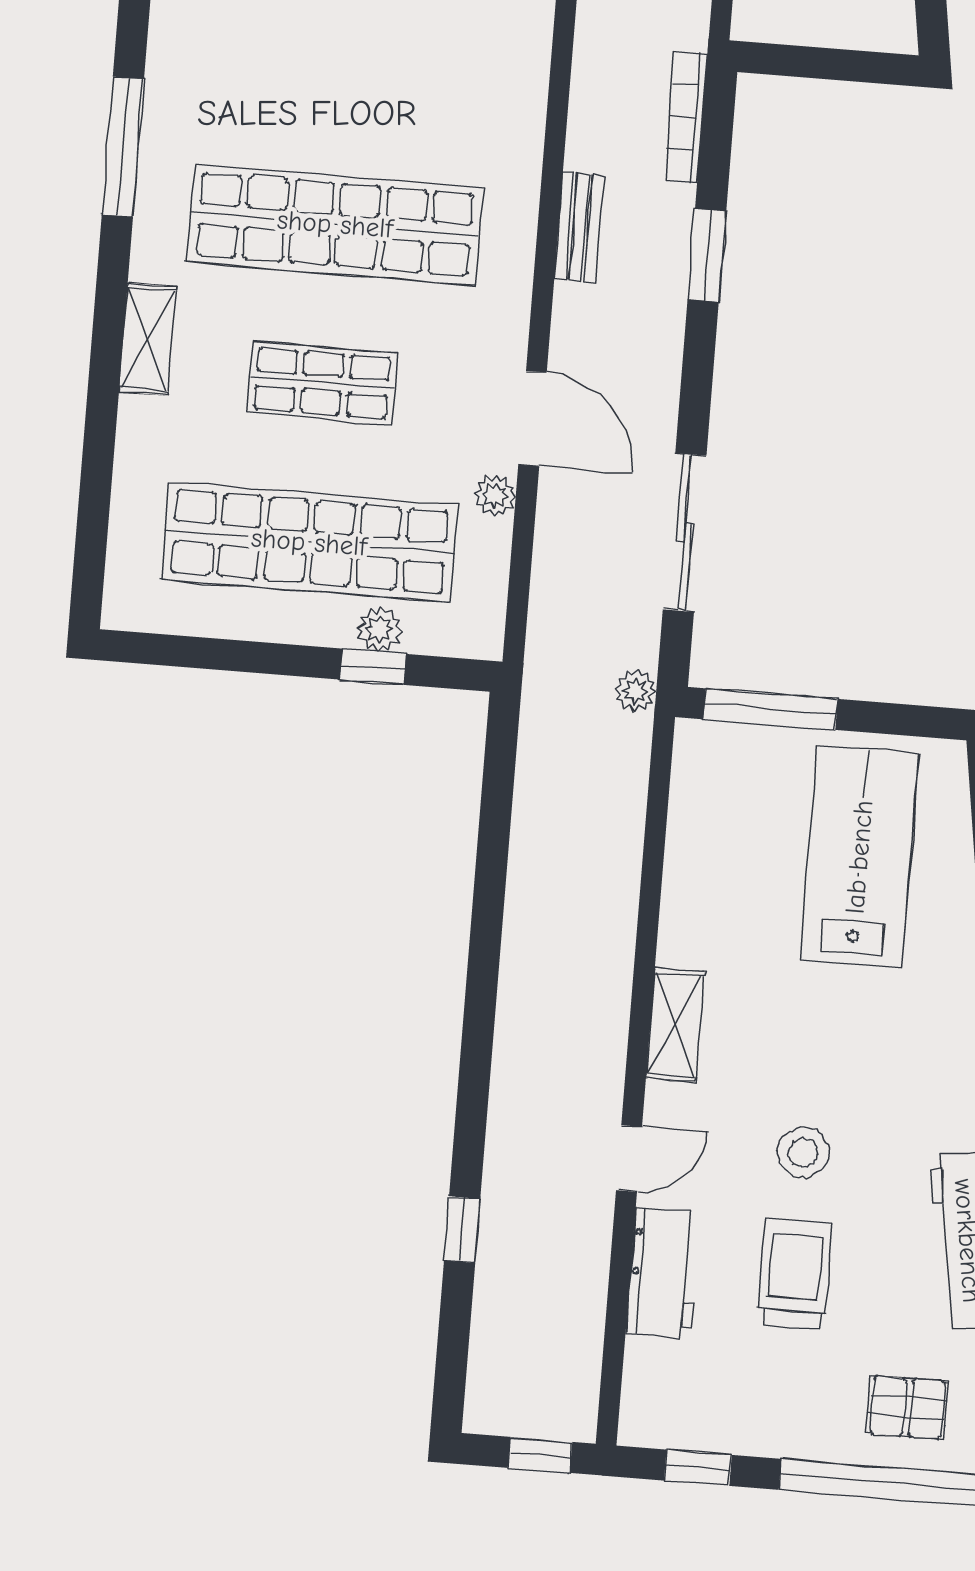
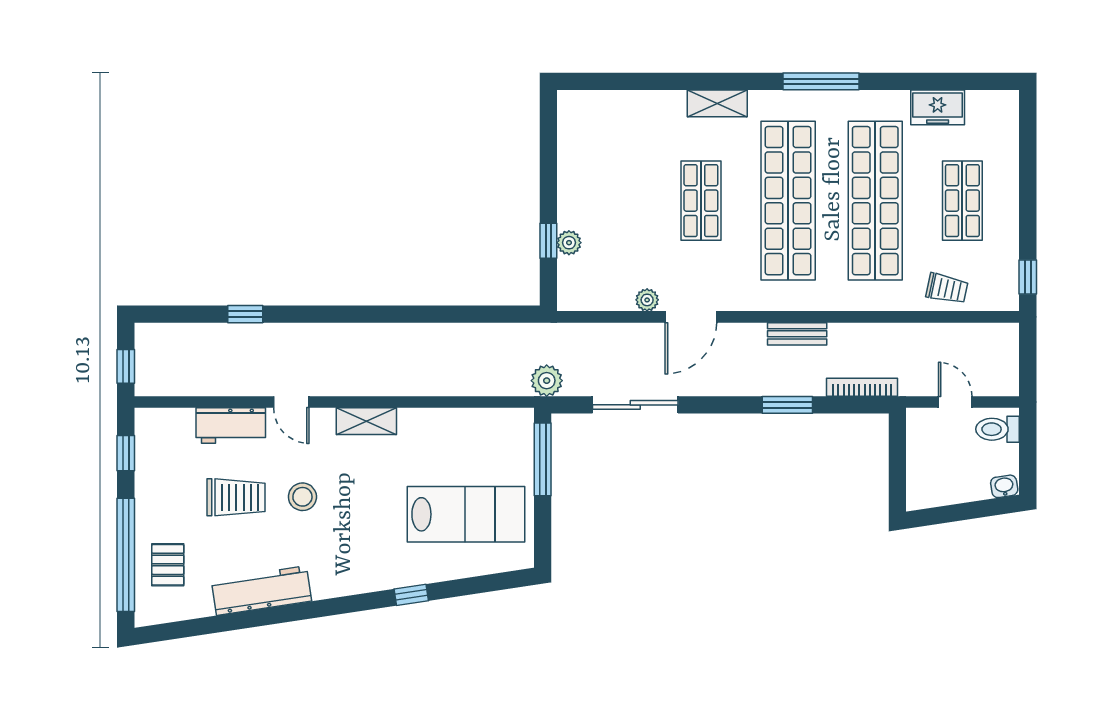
shop shelf: (309, 542) -> (875, 201), moved
plant: (635, 691) -> (547, 381), width x1.38, depth x1.38

